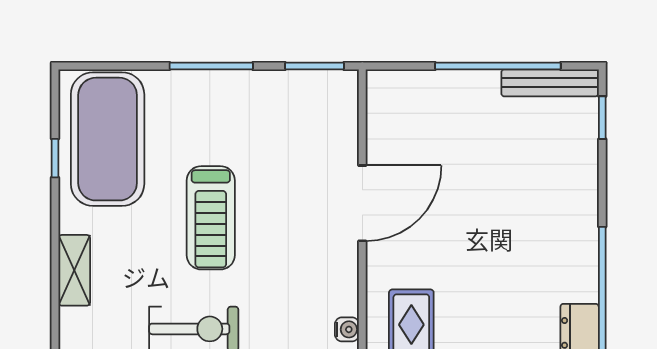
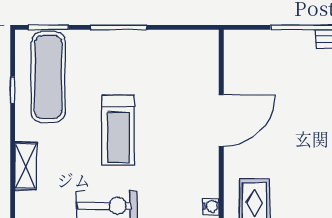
window: (315, 66) -> (48, 27), moved
exercise mat: (108, 139) -> (48, 77), width x0.68

